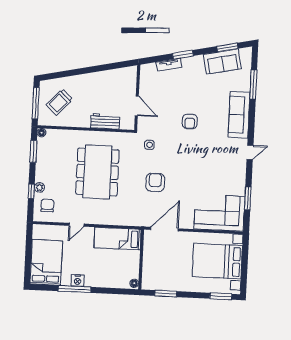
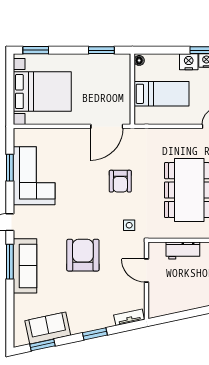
tv unit: (169, 65) -> (129, 317), moved
window: (253, 85) -> (10, 262), moved
armchair: (190, 121) -> (83, 255), width x1.88, depth x1.88
corner sofa: (219, 213) -> (34, 176), moved, turned -90
bed: (118, 239) -> (161, 94), moved
nightstand: (93, 280) -> (189, 62), added

